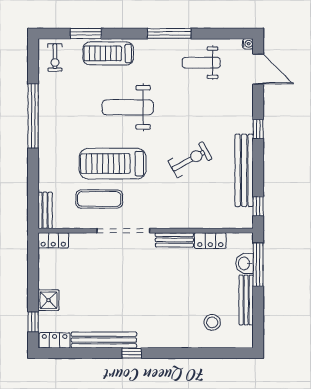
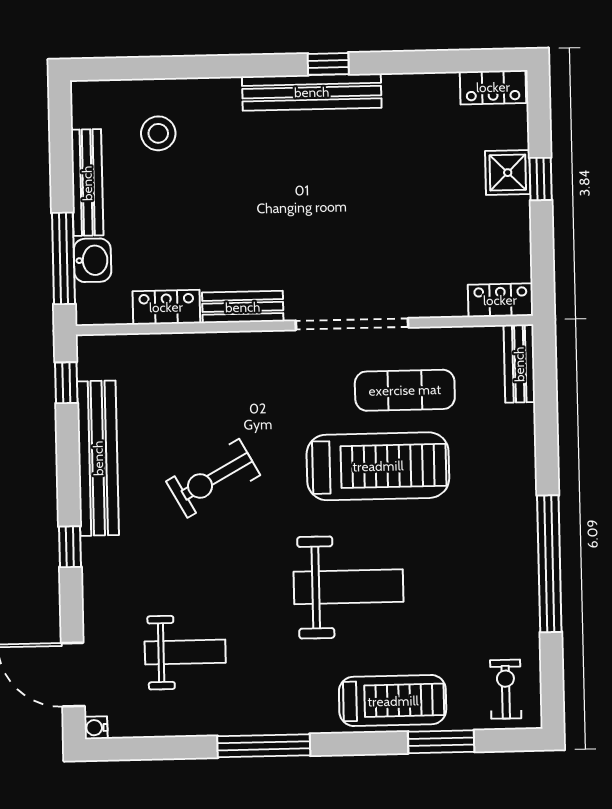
weight bench: (201, 63) -> (185, 652), moved
window: (33, 322) -> (541, 179), moved
bench: (104, 340) -> (312, 92), moved

